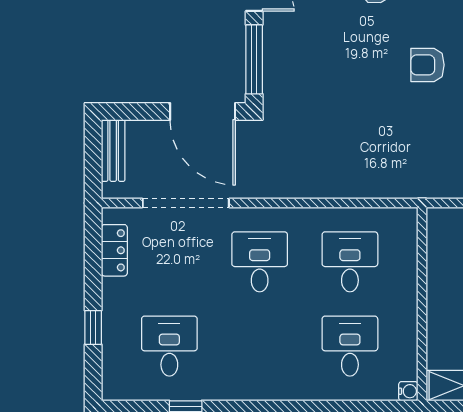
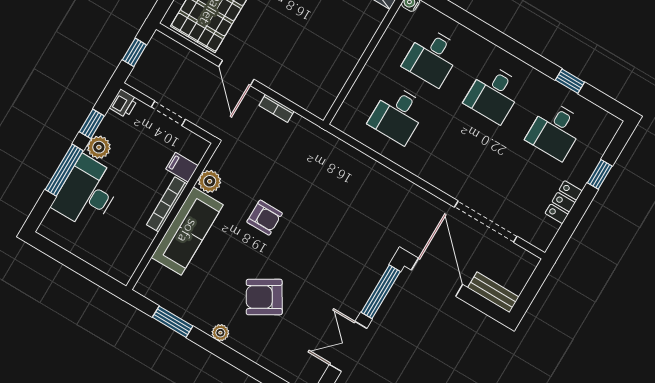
bench: (113, 151) -> (493, 292), moved, turned 90
locker: (114, 250) -> (564, 202), moved
desk: (260, 262) -> (494, 94), moved

